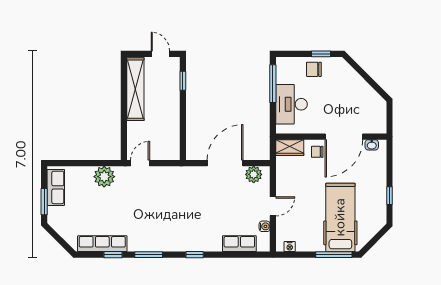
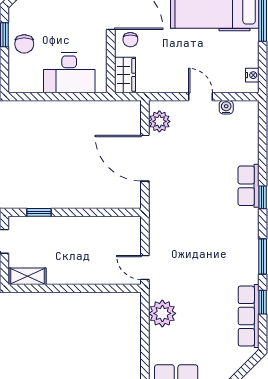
window: (273, 84) -> (43, 97), removed
shelving: (135, 89) -> (28, 276), width x0.45, depth x0.75
row of seats: (239, 244) -> (248, 186), moved

